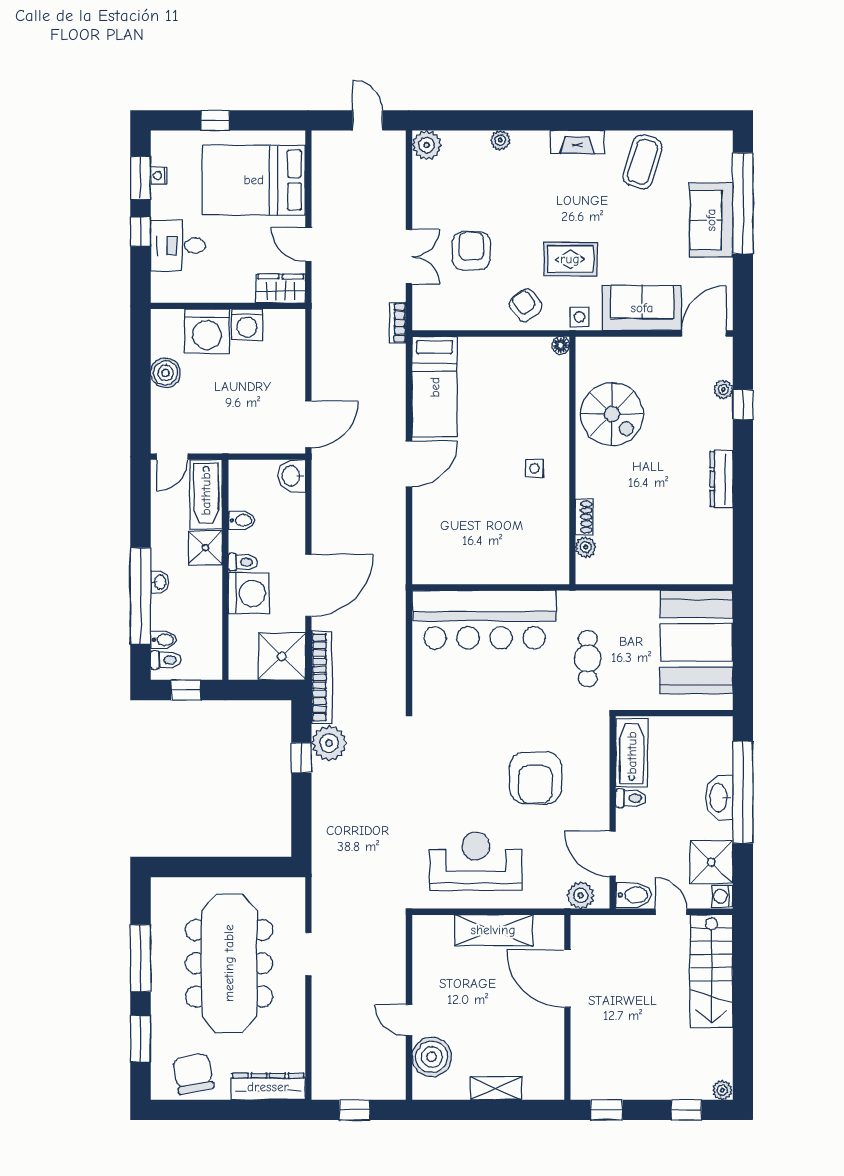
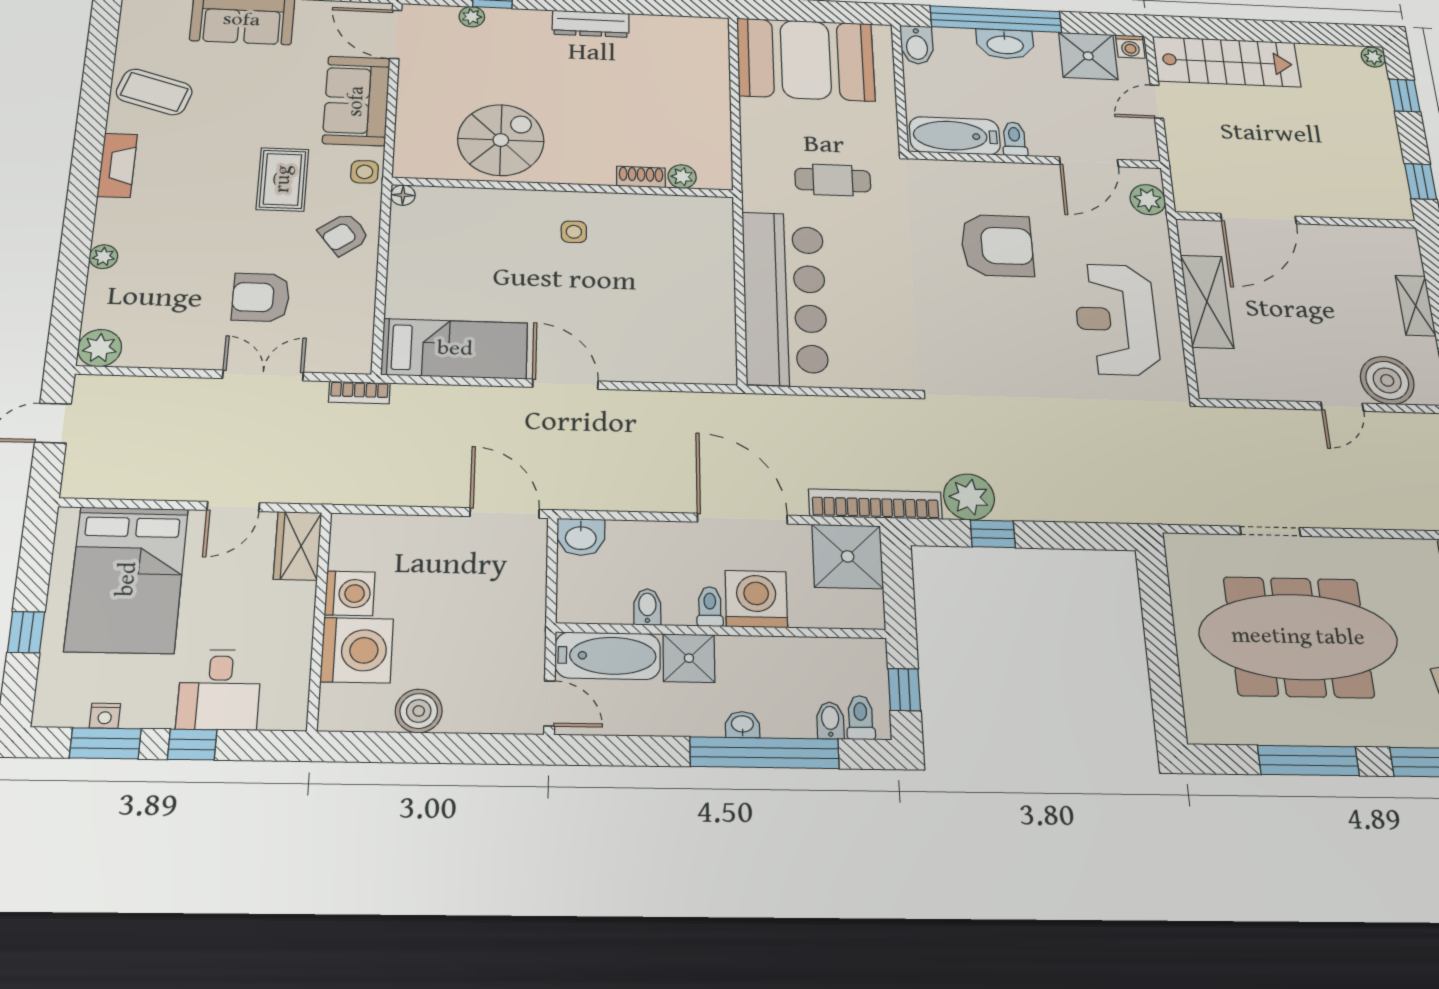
bidet: (634, 895) -> (917, 45), moved, turned 180

